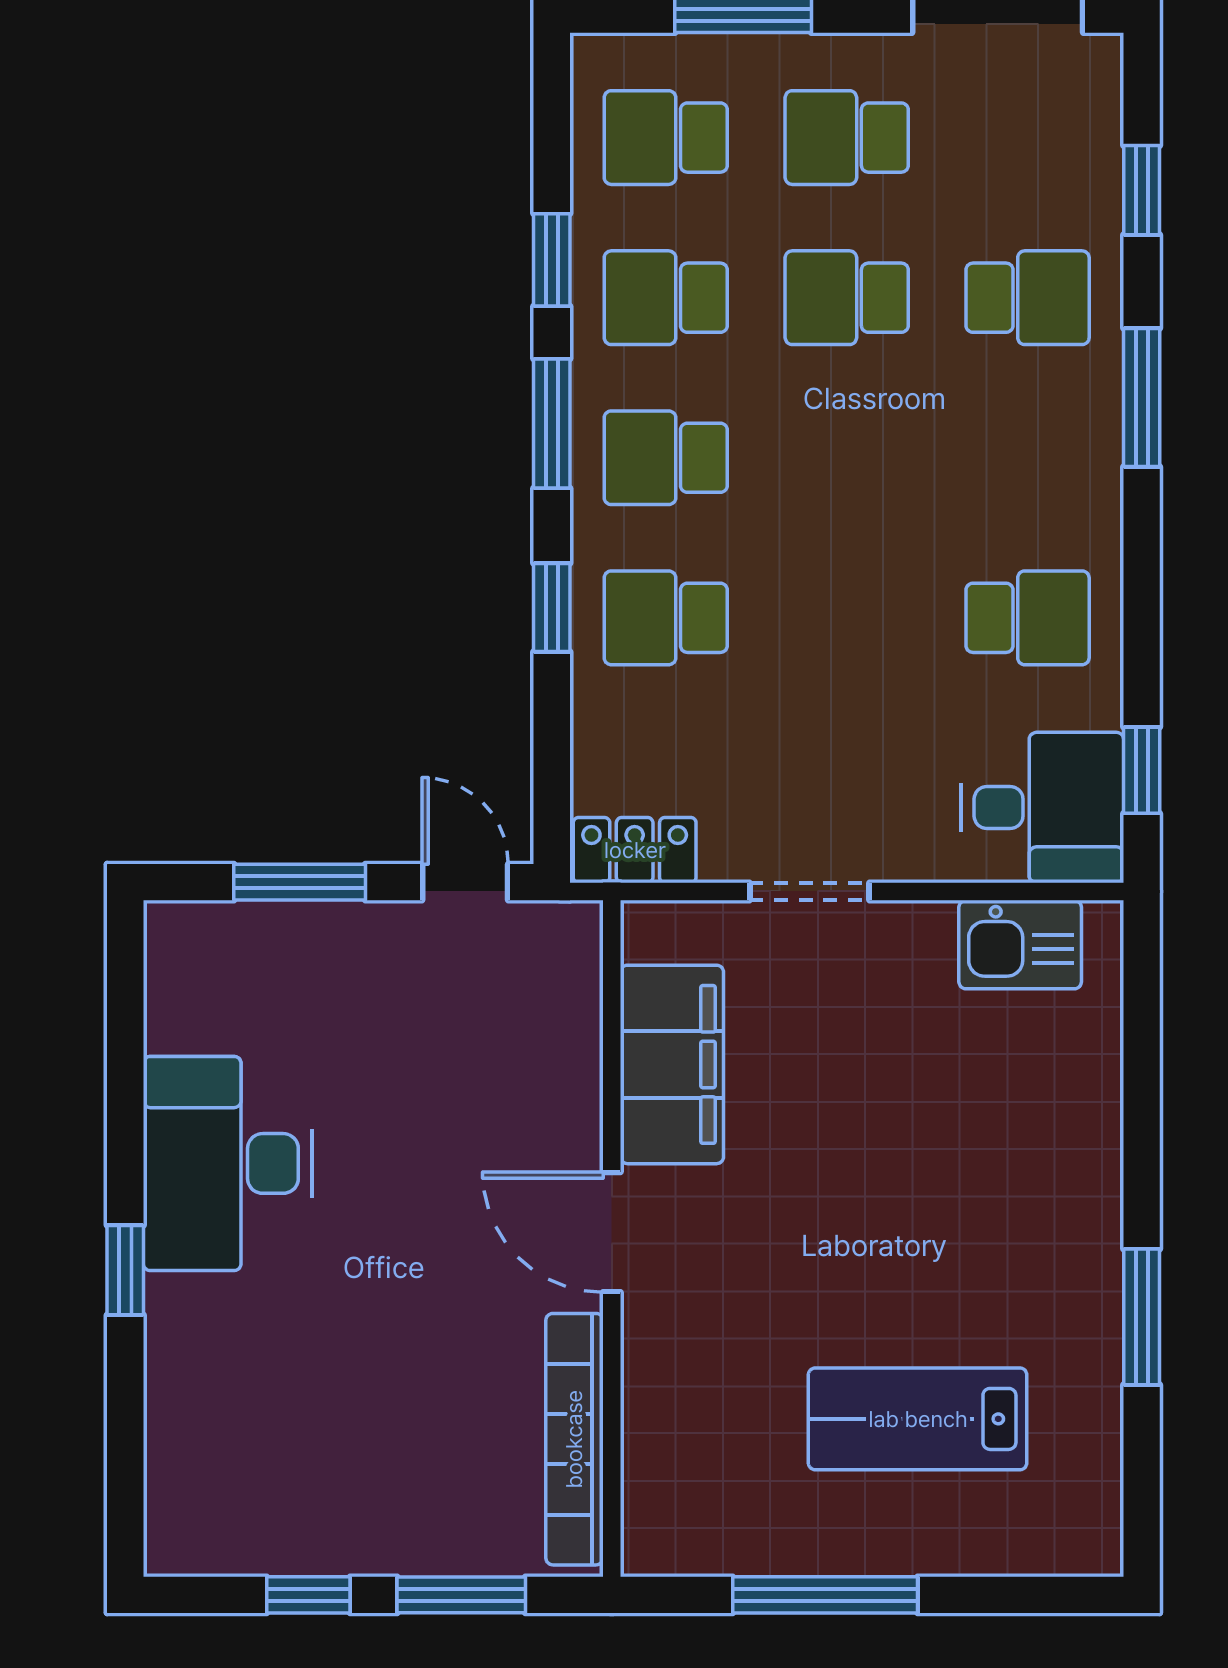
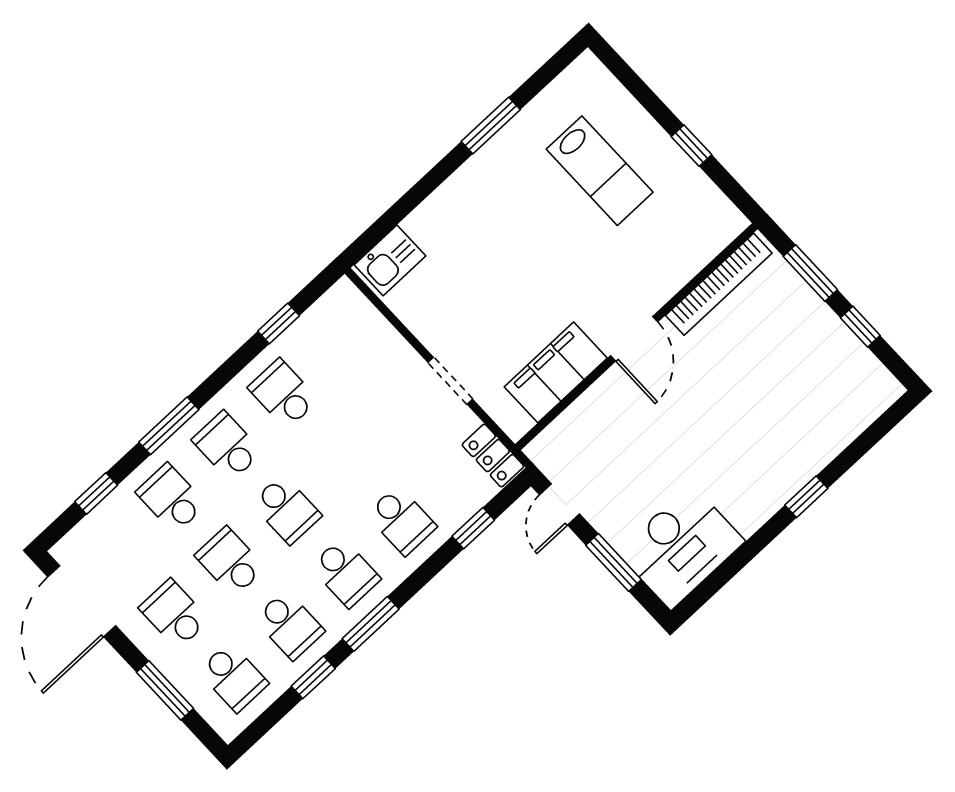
school desk: (847, 138) -> (174, 614), turned 180
school desk: (847, 298) -> (230, 562), turned 180
school desk: (847, 458) -> (286, 509), added
school desk: (1028, 458) -> (227, 446), added
window: (552, 607) -> (473, 528), moved
window: (1142, 770) -> (279, 323), moved
desk: (1042, 808) -> (345, 327), removed
kitchen sink: (1020, 945) -> (390, 260), moved, turned 90
desk: (228, 1163) -> (681, 547), moved
window: (825, 1595) -> (692, 146), width x0.46

